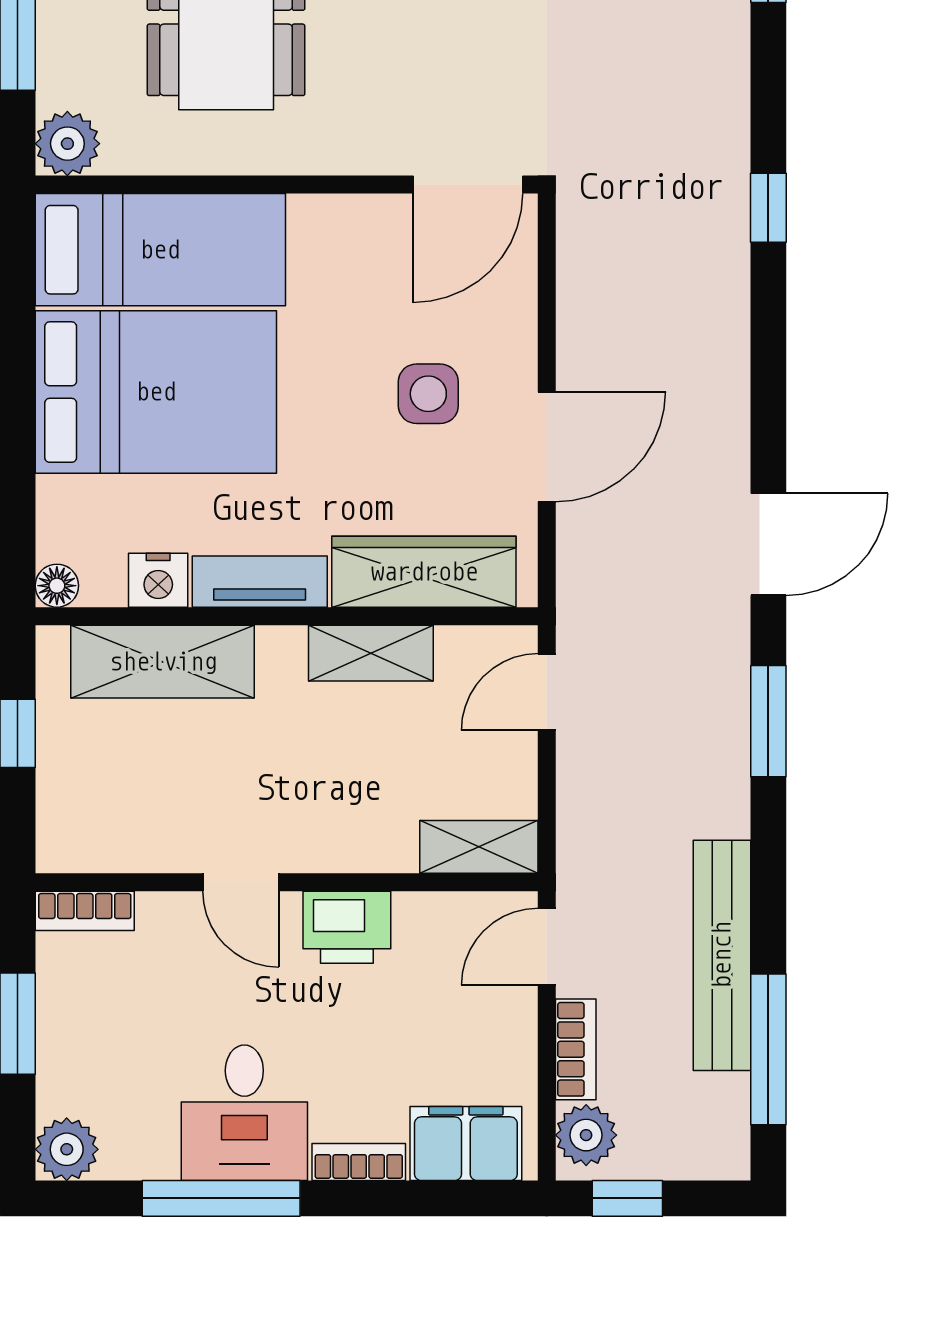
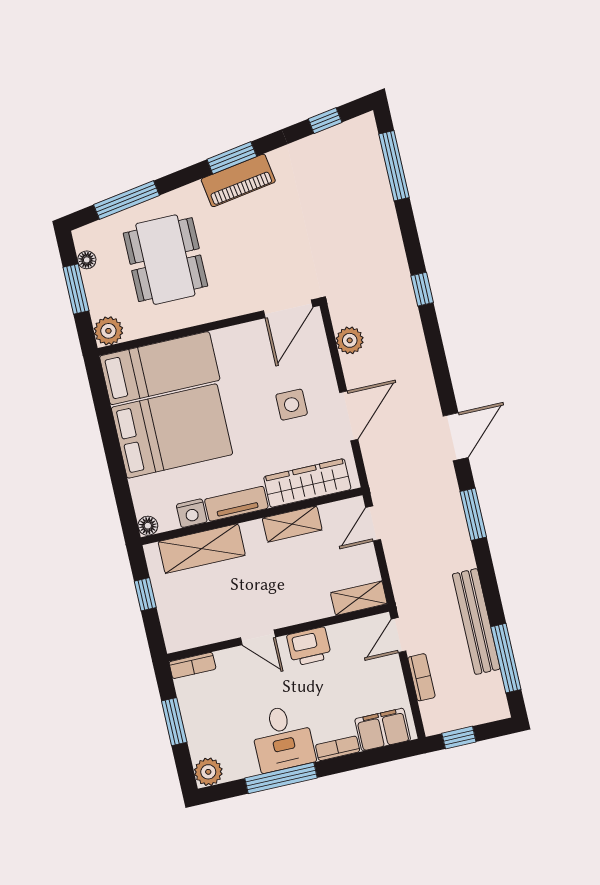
plant: (586, 1135) -> (350, 340), moved

